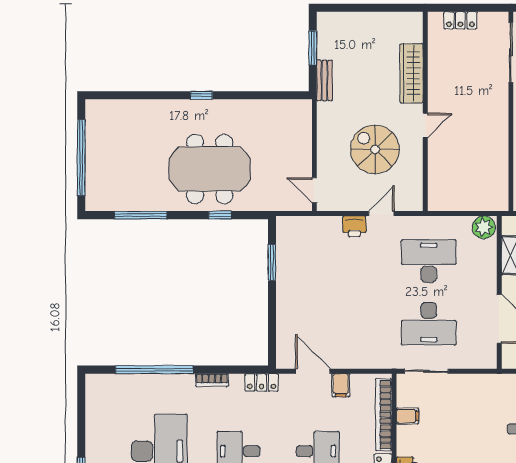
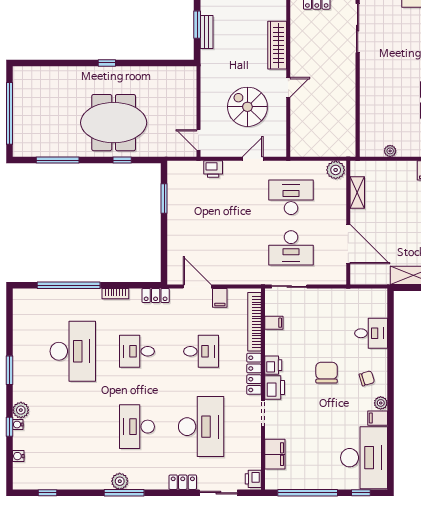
bench: (324, 80) -> (207, 32), moved
printer: (354, 226) -> (213, 169), moved

